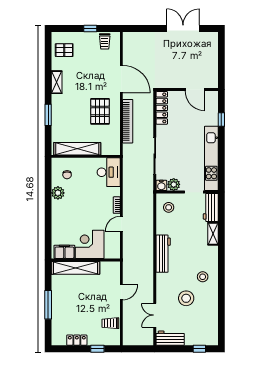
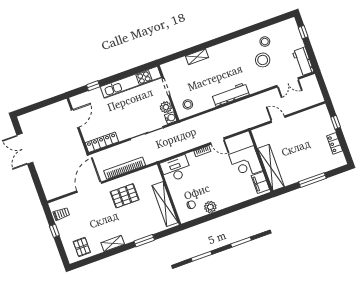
workbench: (211, 207) -> (174, 67), removed
stool: (203, 277) -> (265, 42), moved
trolley: (110, 323) -> (309, 119), removed

